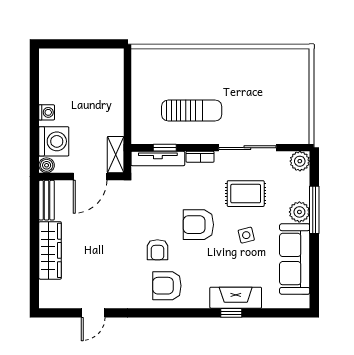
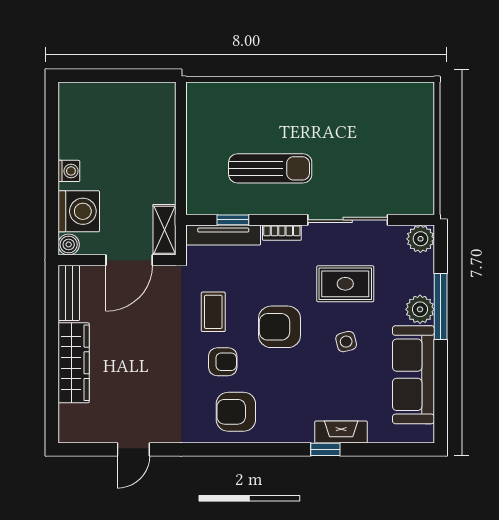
coffee table: (151, 214) -> (213, 312), added
armchair: (157, 250) -> (223, 362), turned -90
fireplace: (236, 298) -> (341, 432), width x0.73, depth x0.76

